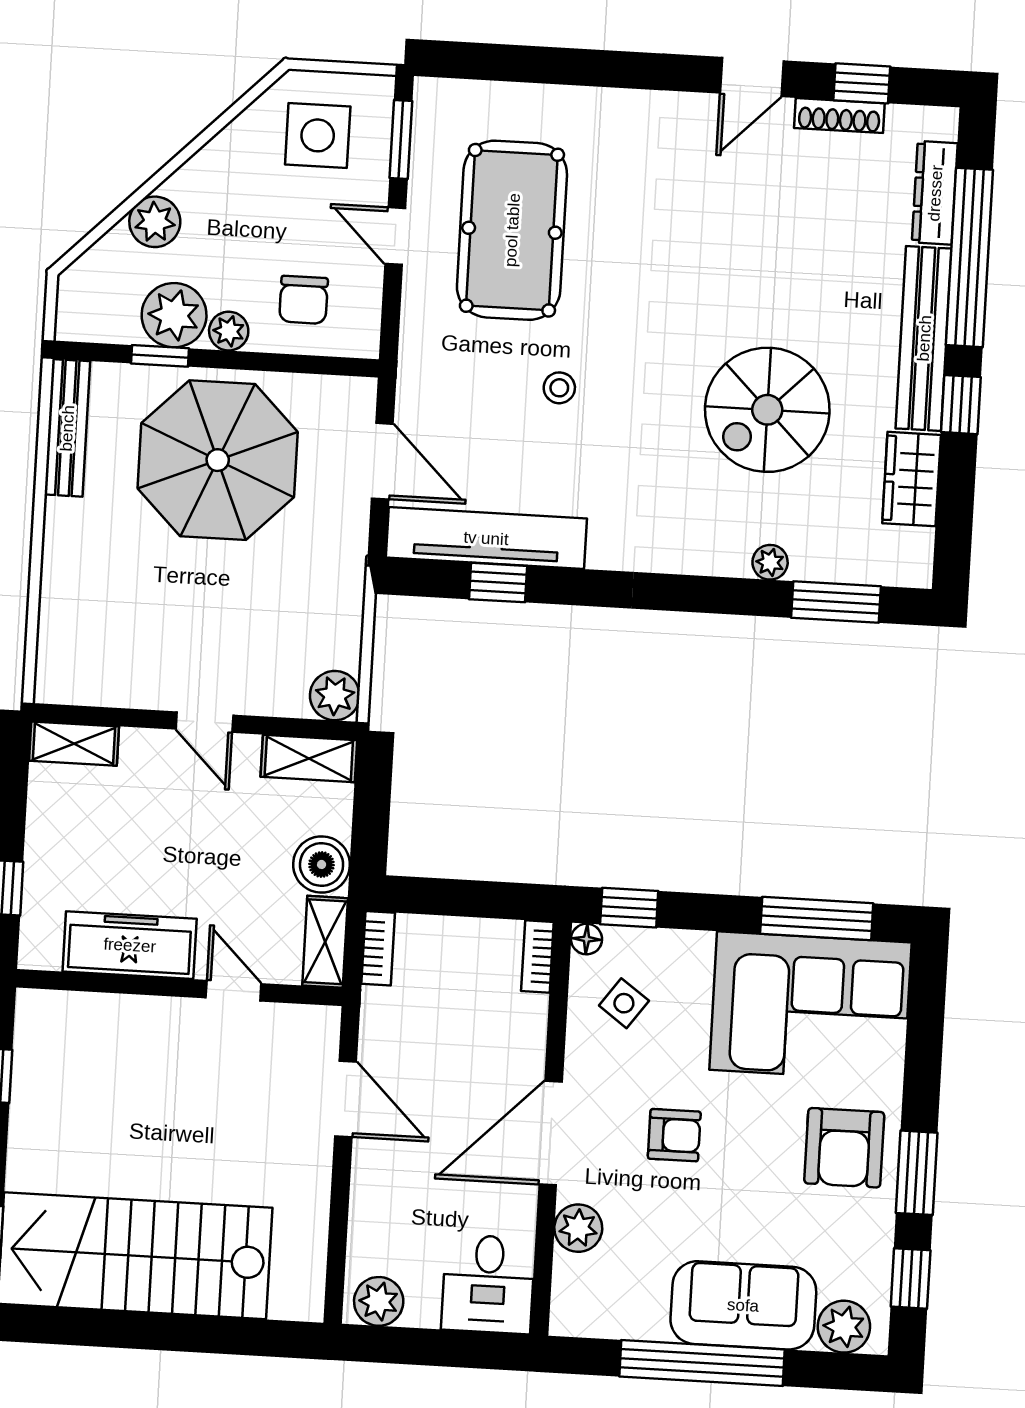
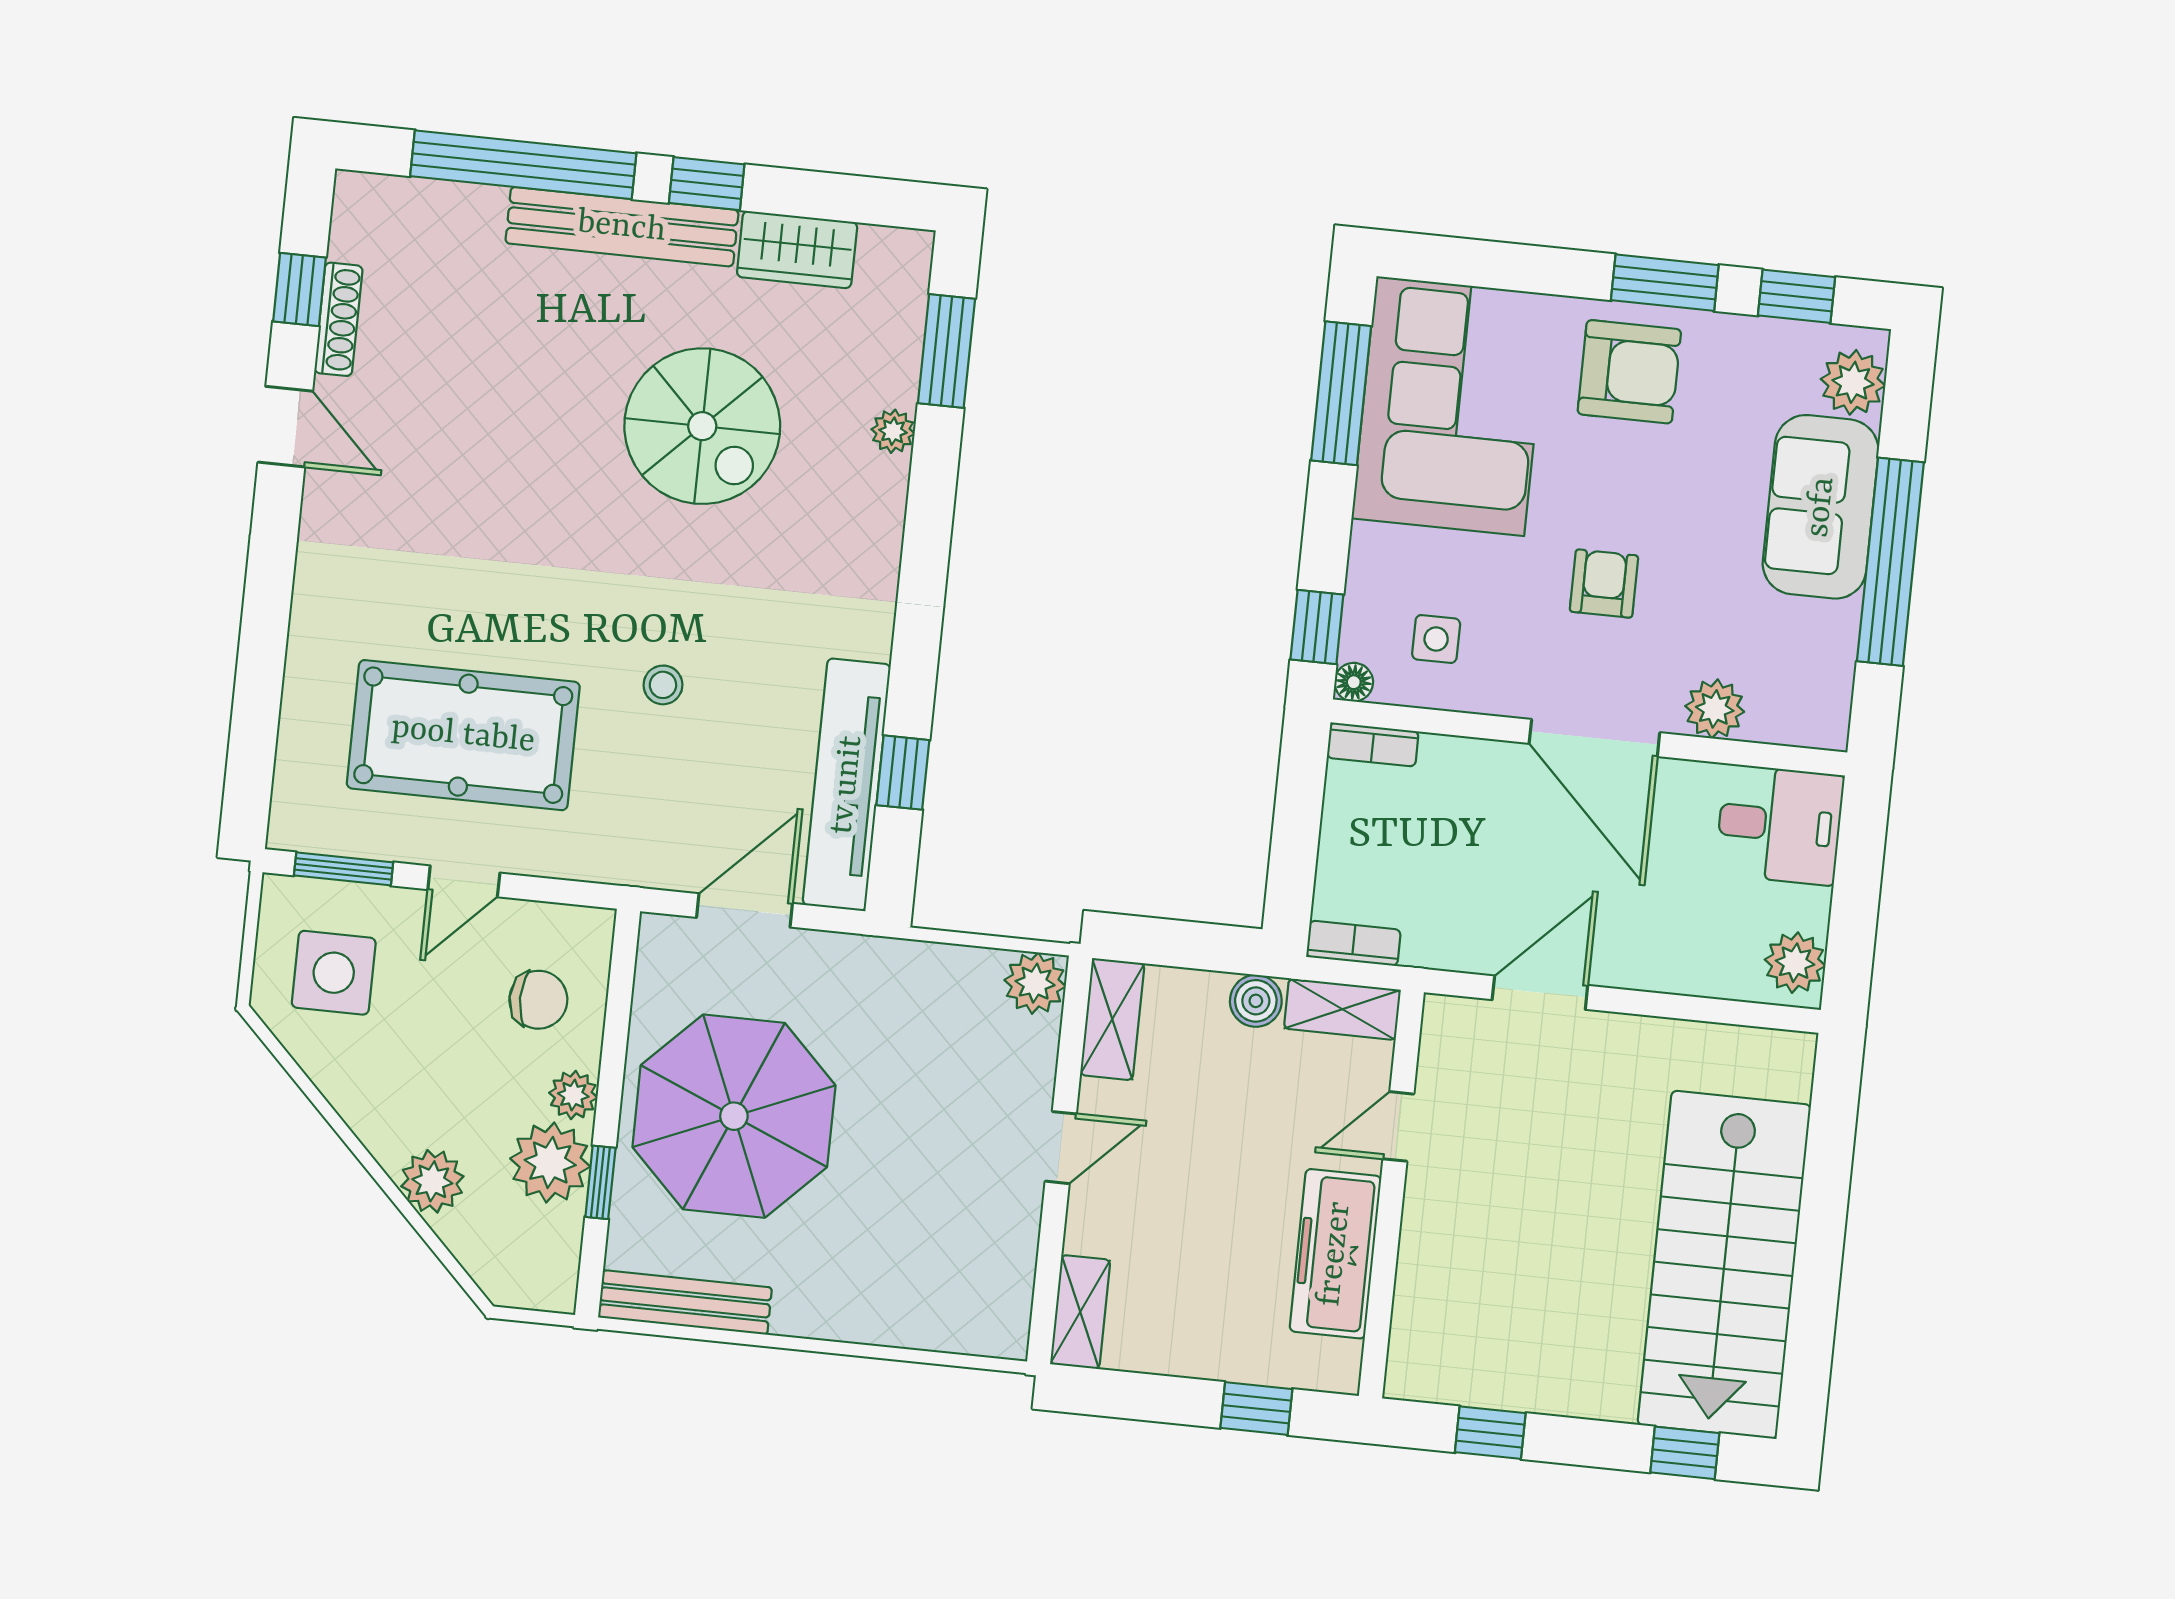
dresser: (935, 193) -> (440, 204), removed
boiler: (322, 864) -> (1256, 1001), width x0.73, depth x0.73
side table: (624, 1003) -> (1436, 639), turned -36

